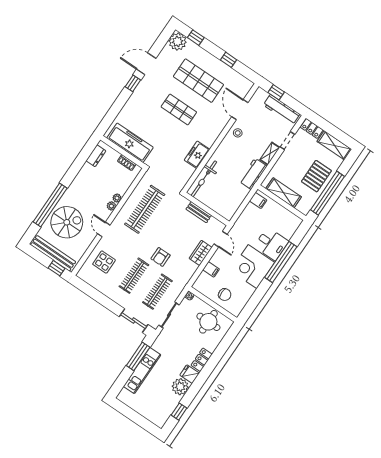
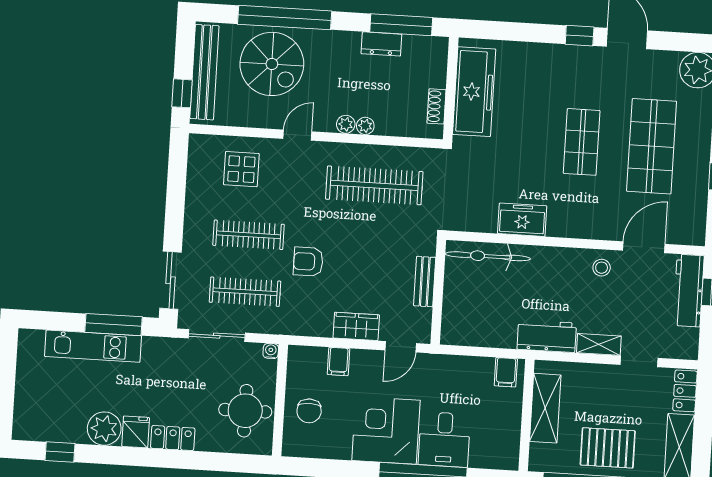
workbench: (282, 110) -> (689, 291), moved
dresser: (96, 156) -> (381, 44), moved
window: (83, 157) -> (401, 25), added

